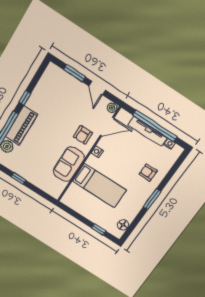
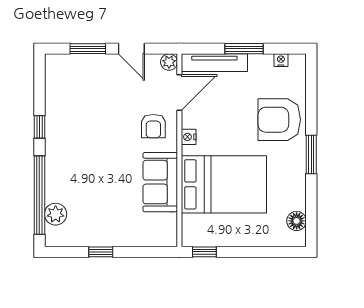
piano: (21, 126) -> (58, 170), removed
window: (155, 126) -> (244, 49), width x0.47
tv unit: (148, 131) -> (214, 63), moved
armchair: (148, 173) -> (279, 120), width x1.88, depth x1.88
bed: (99, 186) -> (224, 184), width x1.50
window: (99, 229) -> (204, 252), moved

